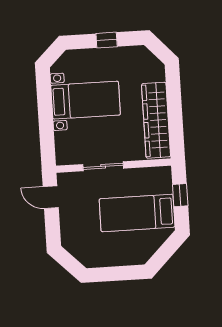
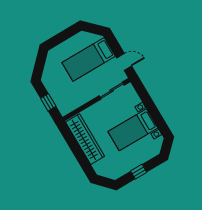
sliding door: (103, 166) -> (112, 90), moved
bed: (137, 213) -> (89, 59), moved, turned 180

